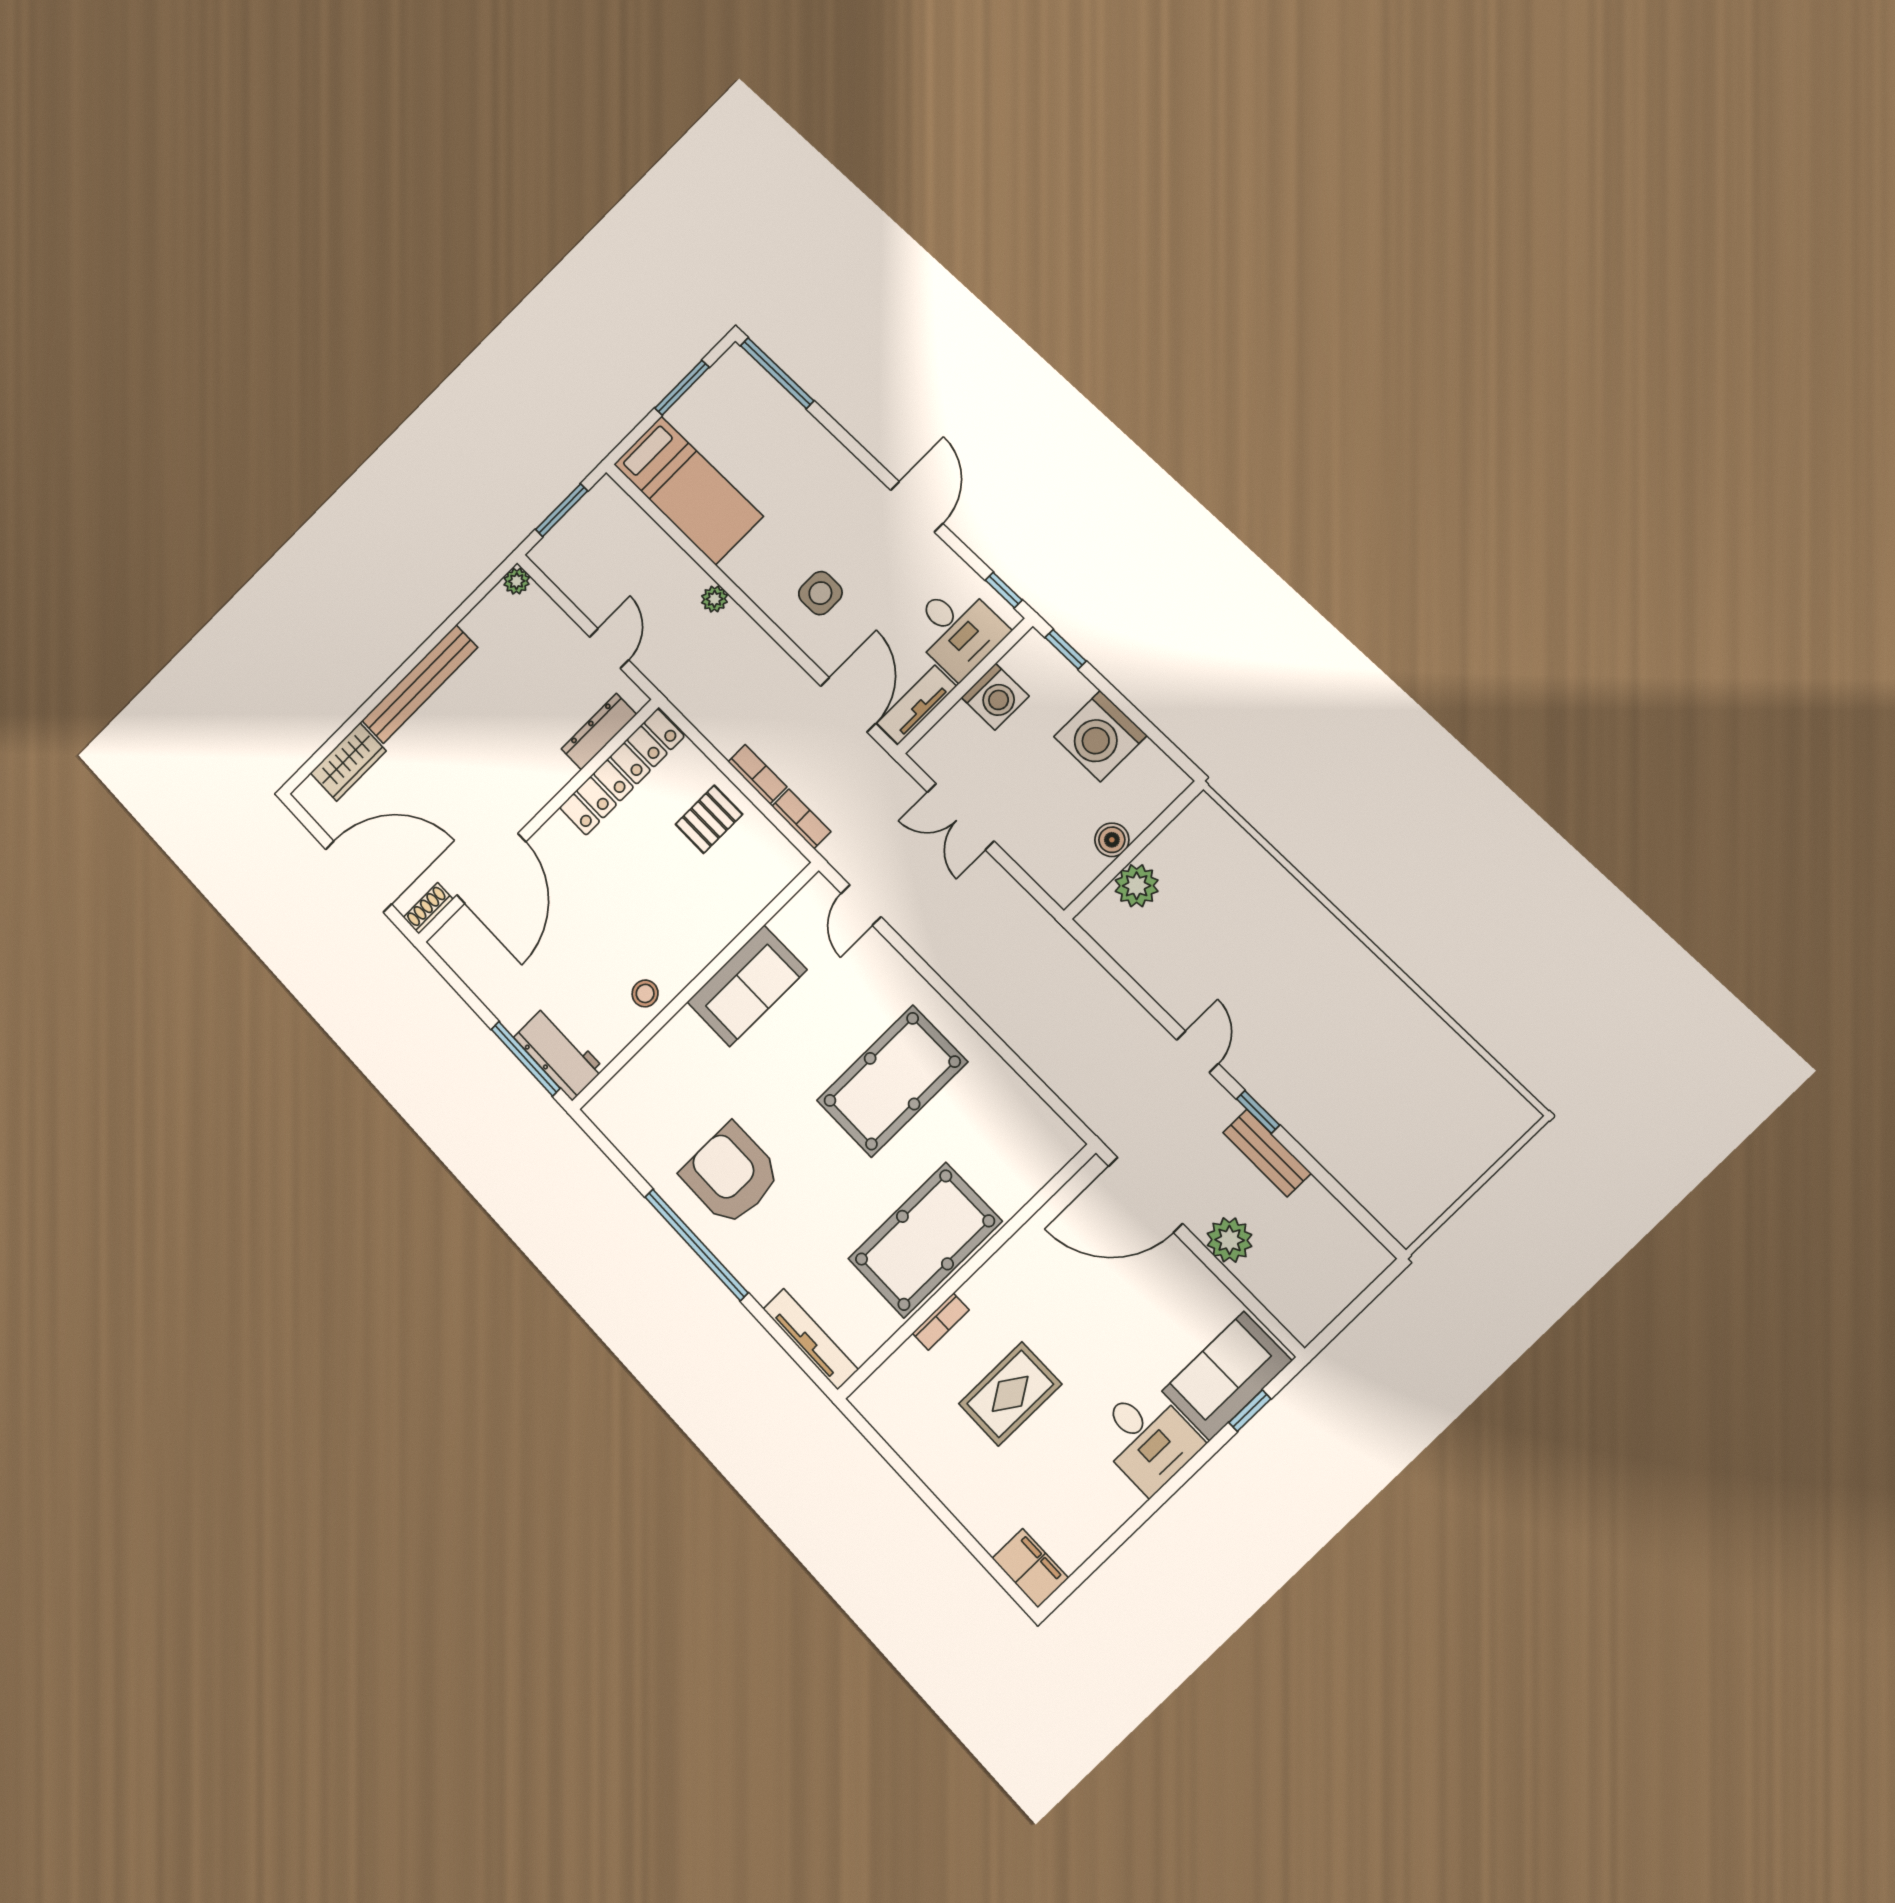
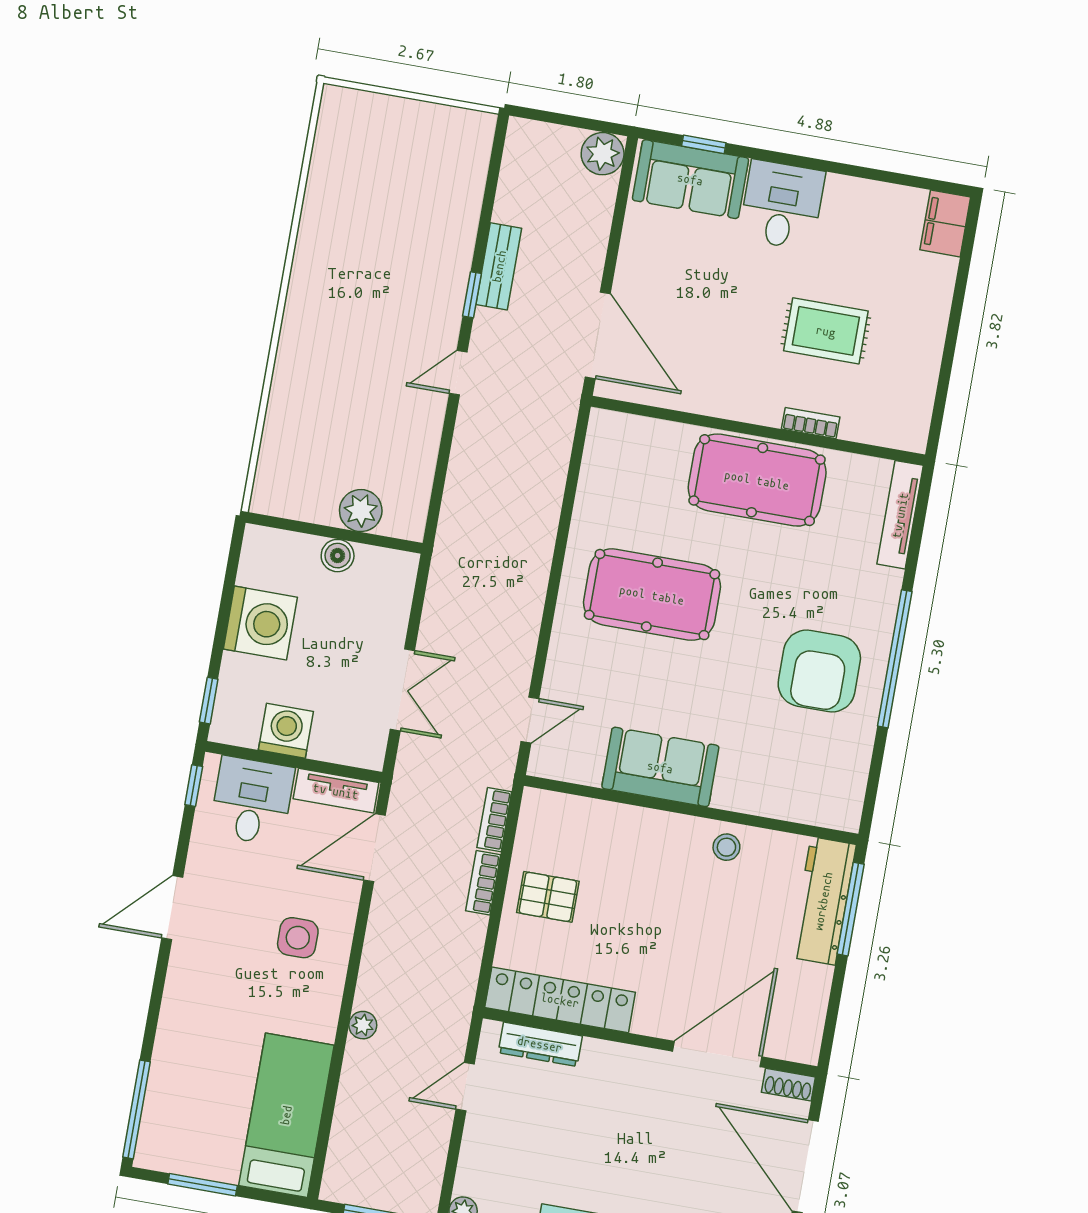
workbench: (559, 1053) -> (823, 901), width x1.37
plant: (1229, 1240) -> (603, 154), moved

